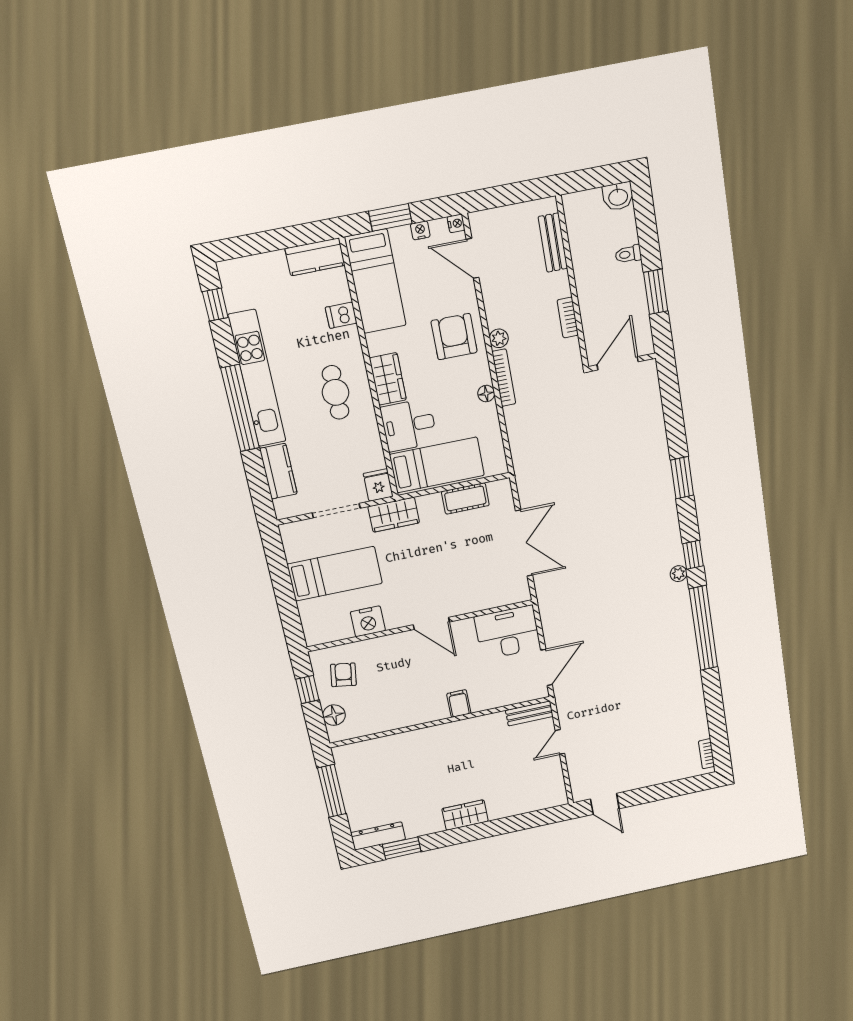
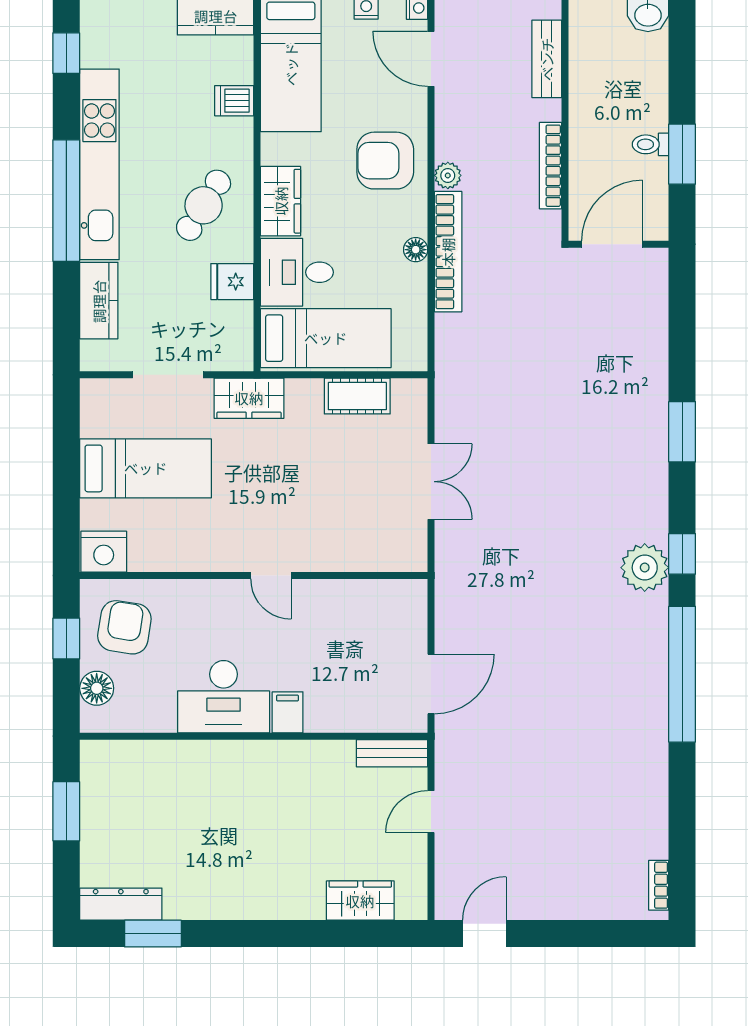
toilet: (628, 254) -> (650, 144), moved
bookcase: (568, 318) -> (551, 166), width x1.56
armchair: (454, 337) -> (385, 161), turned -90
bookcase: (504, 378) -> (448, 252), width x1.48, depth x1.31
cafe table: (336, 392) -> (204, 205), turned 32
fridge: (378, 485) -> (232, 282), moved, turned -90
double door: (524, 543) -> (431, 482), width x0.73
plant: (679, 574) -> (645, 568), width x1.88, depth x1.88
nightstand: (368, 621) -> (104, 552), moved
door: (431, 623) -> (271, 576), width x0.73
desk: (507, 633) -> (224, 697), moved, turned 180
armchair: (343, 675) -> (124, 627), width x1.38, depth x1.38
window: (332, 791) -> (66, 811), width x0.69
door: (605, 804) -> (484, 934), swing flipped
wardrobe: (465, 815) -> (360, 901), moved

